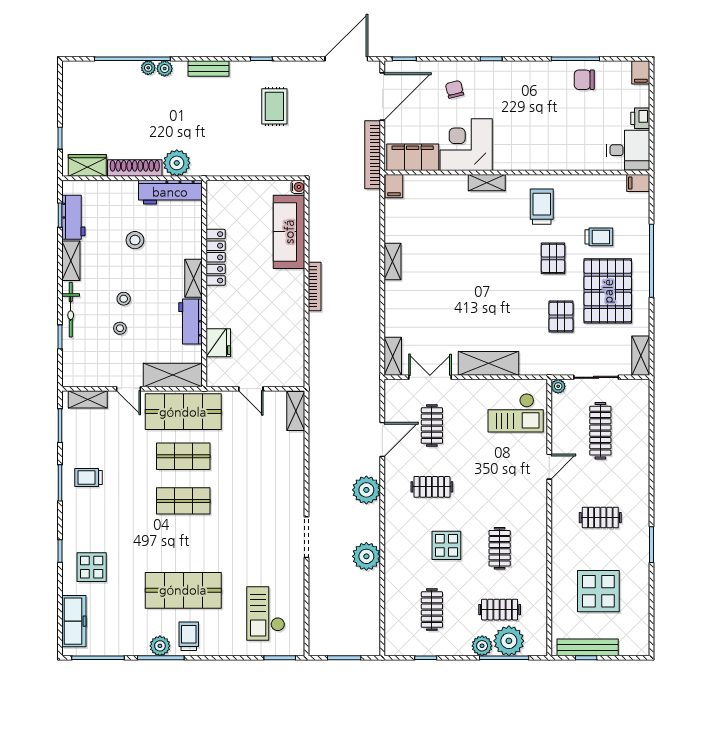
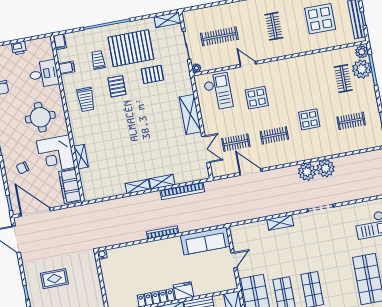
round table: (527, 131) -> (40, 117), added
desk: (628, 150) -> (44, 74), moved, turned 90
bookcase: (373, 155) -> (182, 191), moved
shelving: (487, 183) -> (81, 157), moved
filing cabinet: (394, 186) -> (67, 68), moved
trolley: (542, 207) -> (86, 99), turned -90
sofa: (289, 232) -> (205, 241), moved
pallet: (553, 258) -> (117, 86), turned 90
fridge: (218, 343) -> (184, 291), moved
shelving: (393, 356) -> (162, 182), moved
double door: (430, 377) -> (206, 149), swing flipped
shelving: (296, 411) -> (280, 223), moved
display table: (495, 471) -> (257, 98), added
clothes rail: (432, 487) -> (274, 135), turned 90
plant: (366, 490) -> (307, 172), moved
clothes rail: (500, 548) -> (305, 86), removed
plant: (482, 646) -> (362, 52), moved

